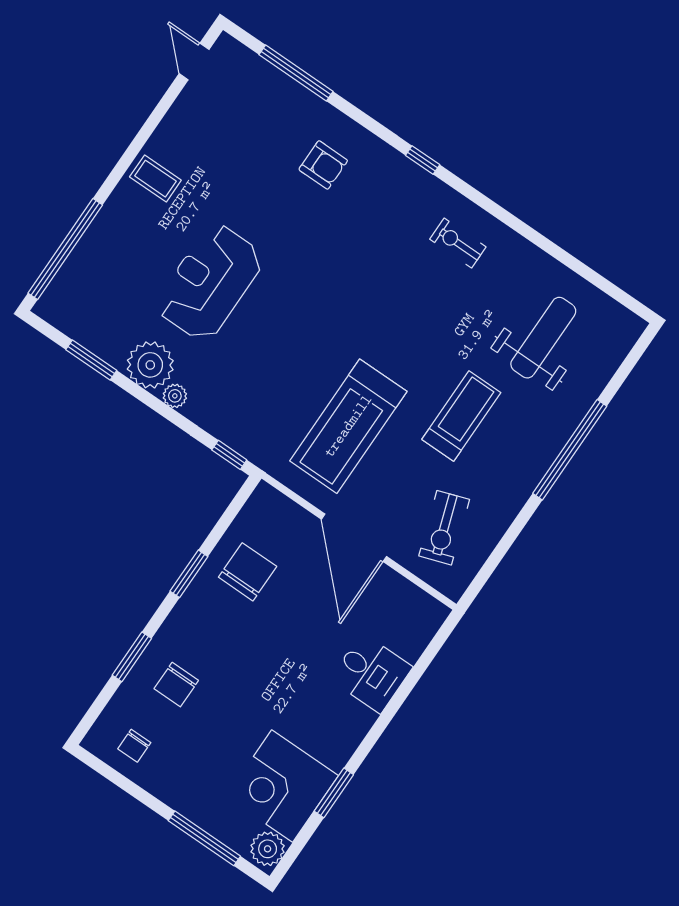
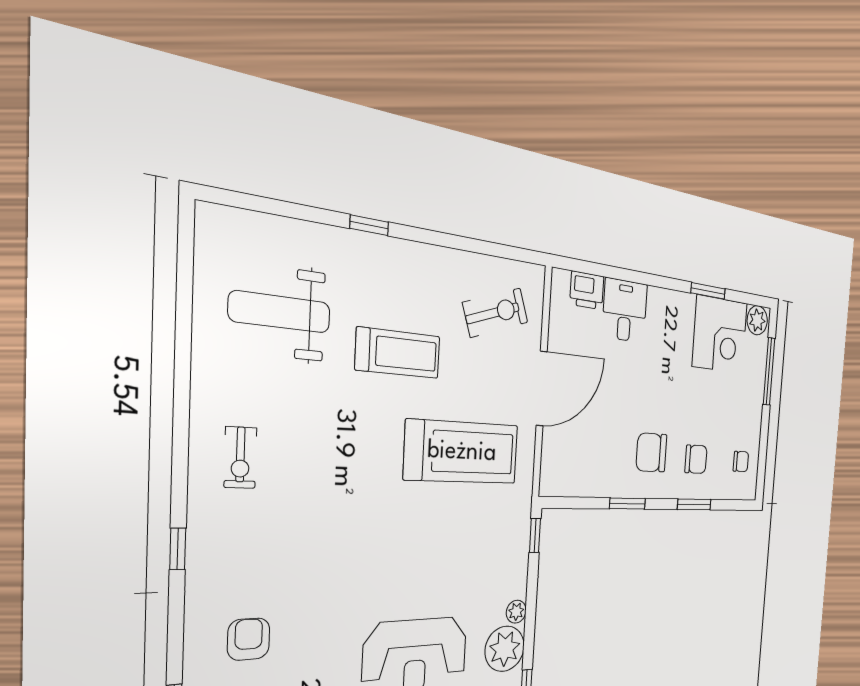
treadmill: (461, 416) -> (398, 353), turned 180
window: (570, 450) -> (369, 225), width x0.32
chair: (248, 572) -> (651, 452), moved
printer: (412, 638) -> (587, 290), added

